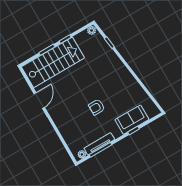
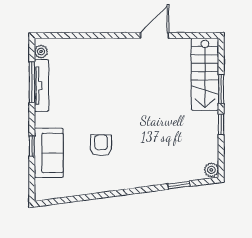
stairs: (53, 62) -> (205, 74), width x0.73, depth x0.66
door: (39, 101) -> (154, 35), swing flipped
armchair: (97, 107) -> (101, 145), moved

